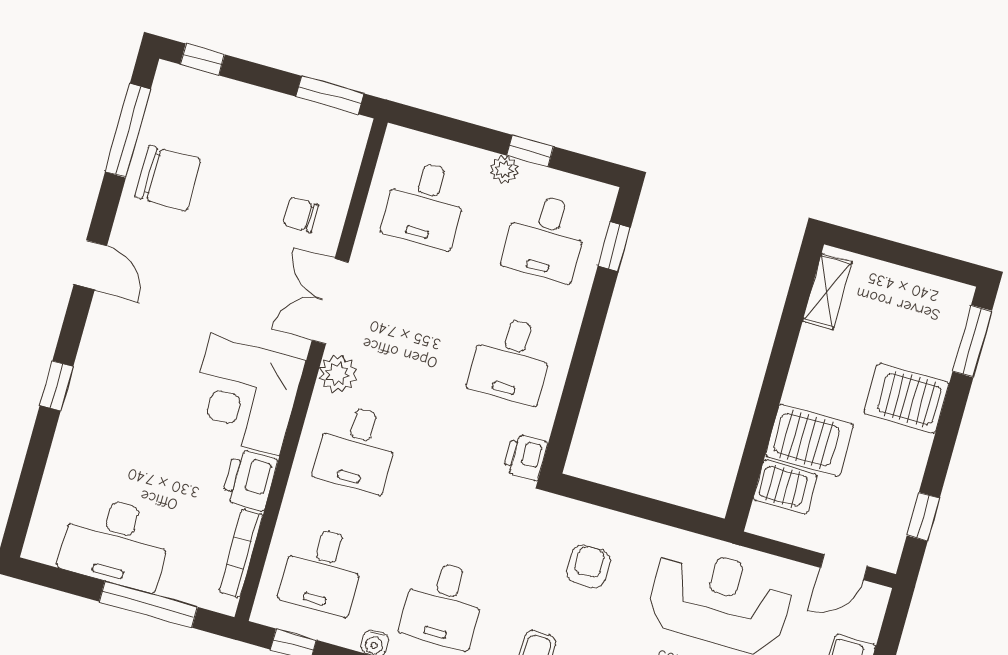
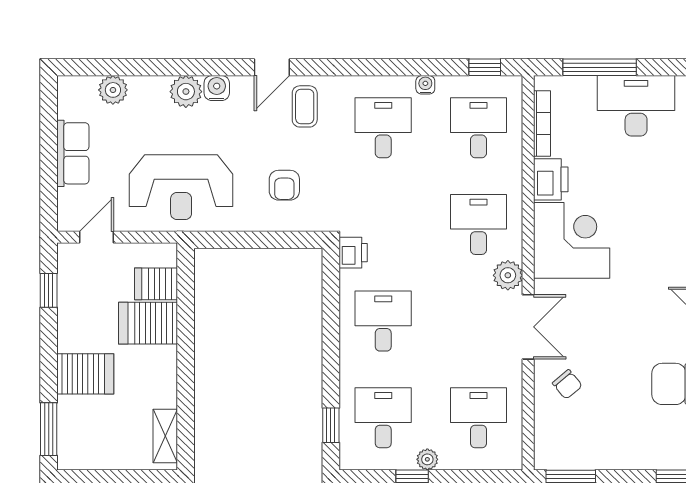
chair: (301, 215) -> (567, 384), turned 50

